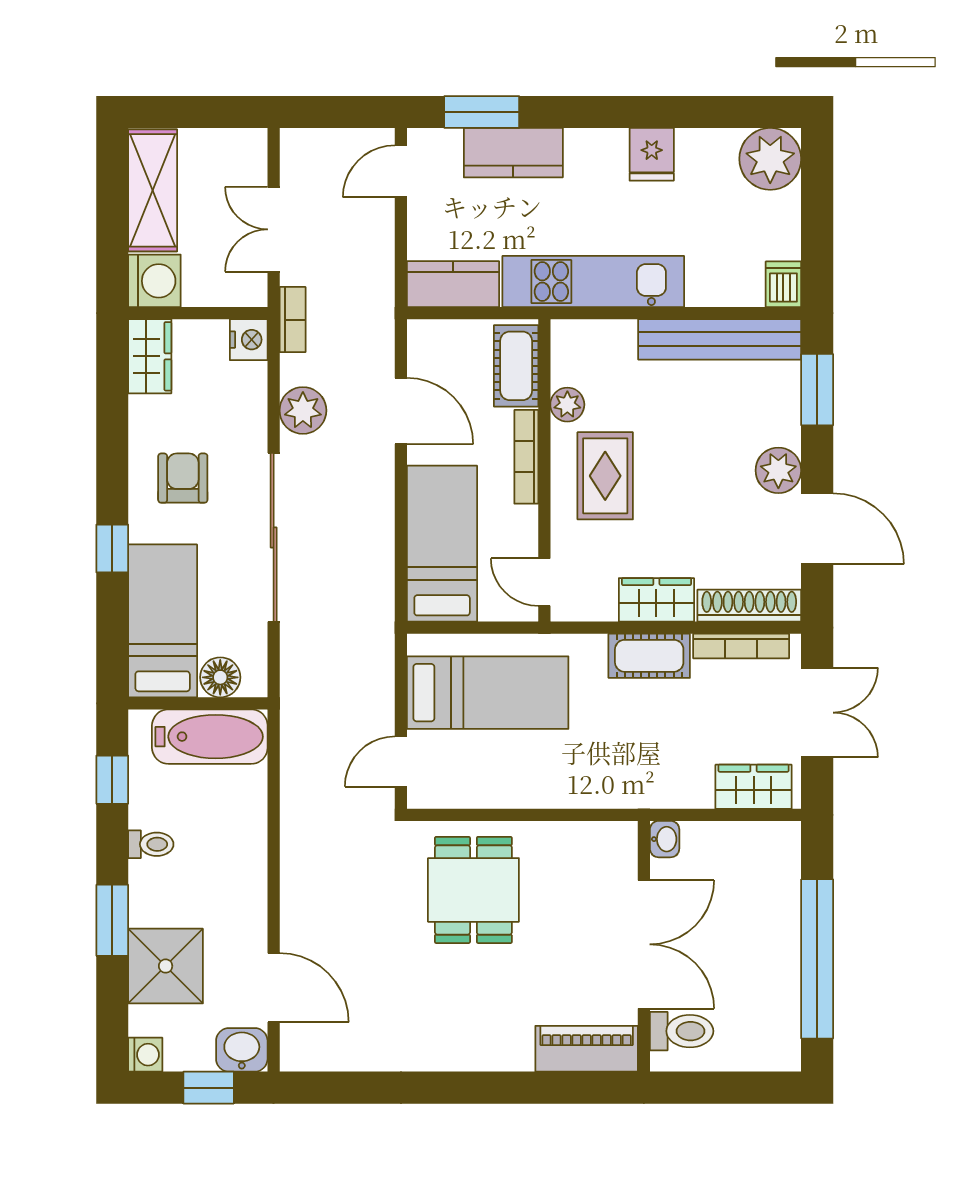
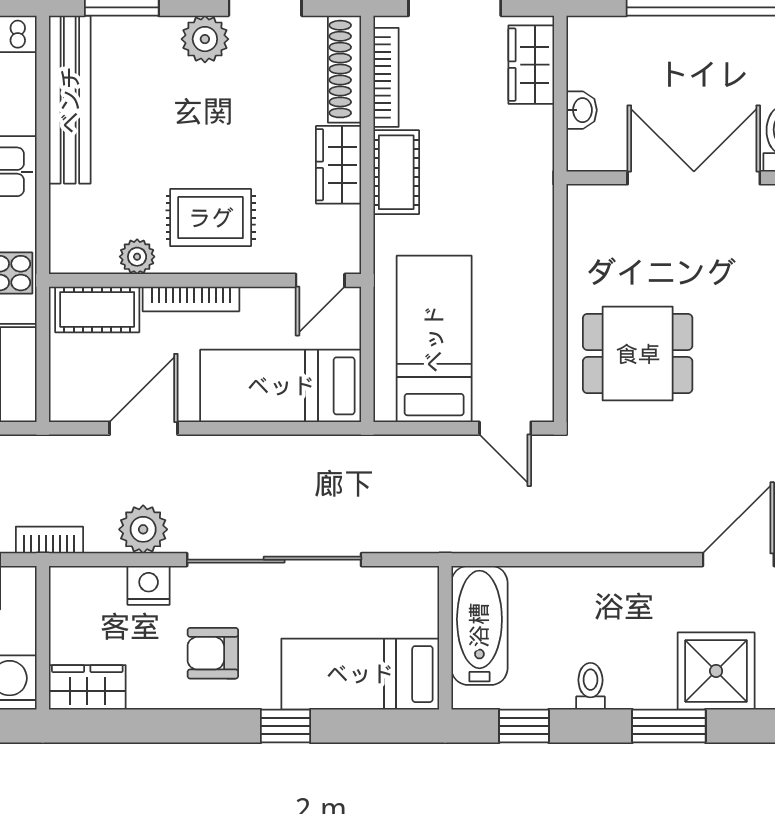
nightstand: (249, 340) -> (149, 585), moved
floor lamp: (220, 677) -> (418, 615), removed
washbasin: (665, 839) -> (582, 110), moved, turned 90

